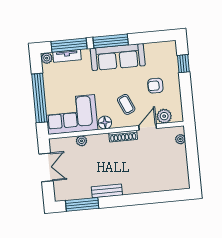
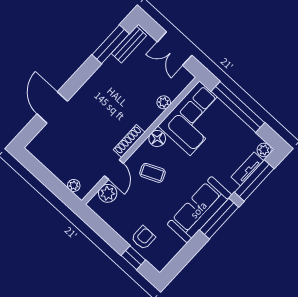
armchair: (155, 86) -> (143, 238), moved
bench: (107, 191) -> (129, 44), moved
door: (151, 198) -> (52, 107), added

